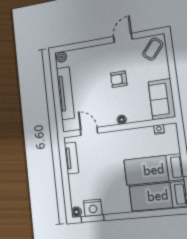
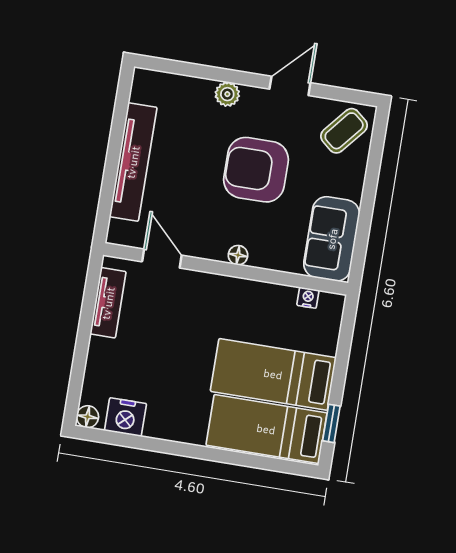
plant: (61, 57) -> (227, 94), moved
armchair: (119, 79) -> (256, 170), width x1.88, depth x1.88
window: (93, 219) -> (119, 439), removed

